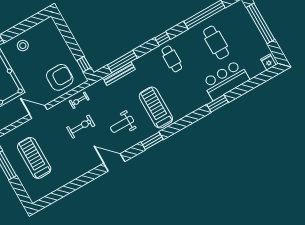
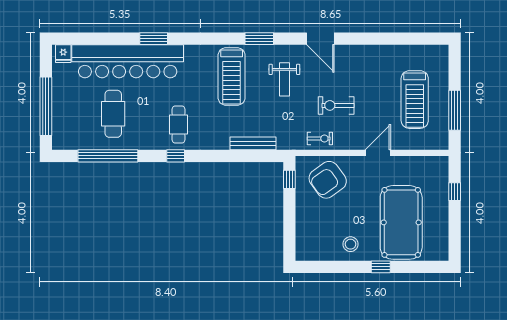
window: (122, 61) -> (241, 156), removed
armchair: (60, 77) -> (328, 180), turned -36
bar counter: (226, 80) -> (128, 61), width x1.86
door: (38, 112) -> (378, 153), swing flipped
weight bench: (122, 124) -> (284, 79), turned 90

